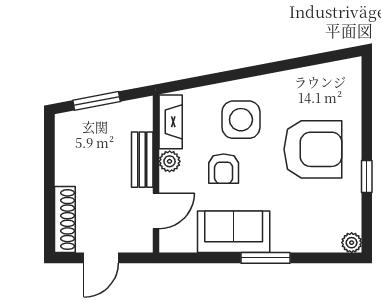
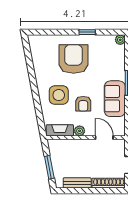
bench: (142, 160) -> (77, 183), moved
armchair: (224, 169) -> (83, 104), turned 90

